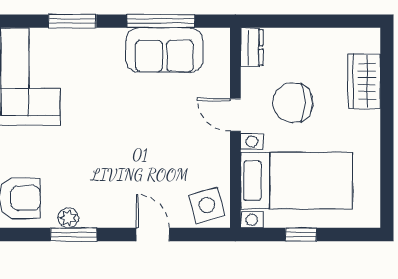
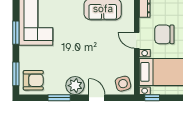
plant: (68, 218) -> (75, 86), moved, width x1.88, depth x1.88
window: (301, 235) -> (152, 98), moved

